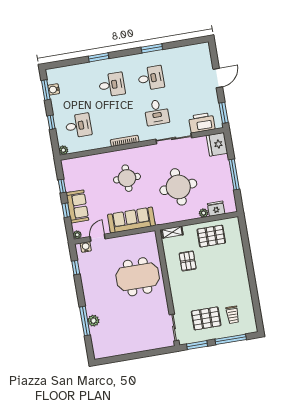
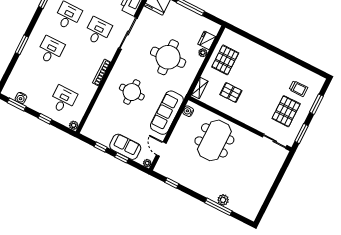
desk: (157, 112) -> (98, 31), turned -90
water cooler: (86, 247) -> (188, 111), moved
window: (231, 339) -> (316, 104), width x0.69

